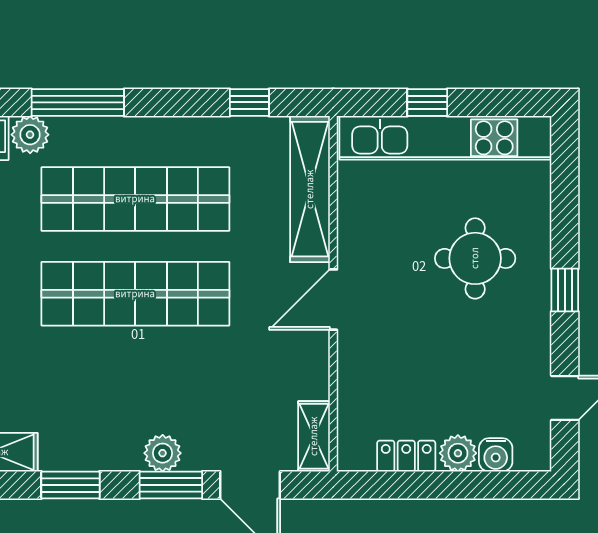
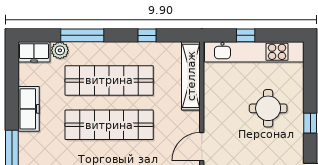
window: (249, 102) -> (147, 35), moved
door: (333, 300) -> (202, 147), moved

